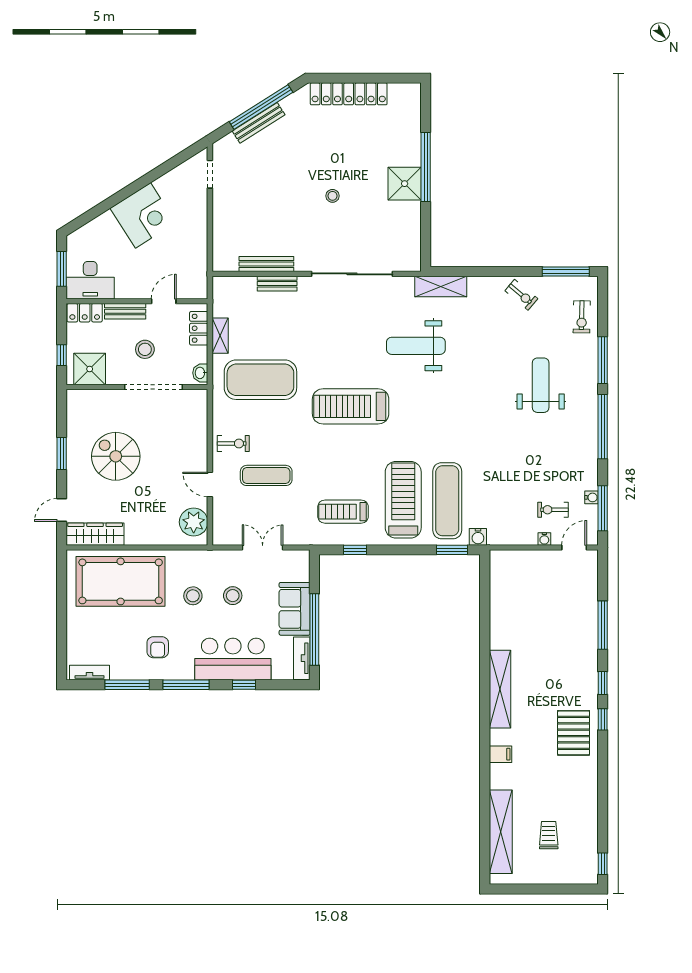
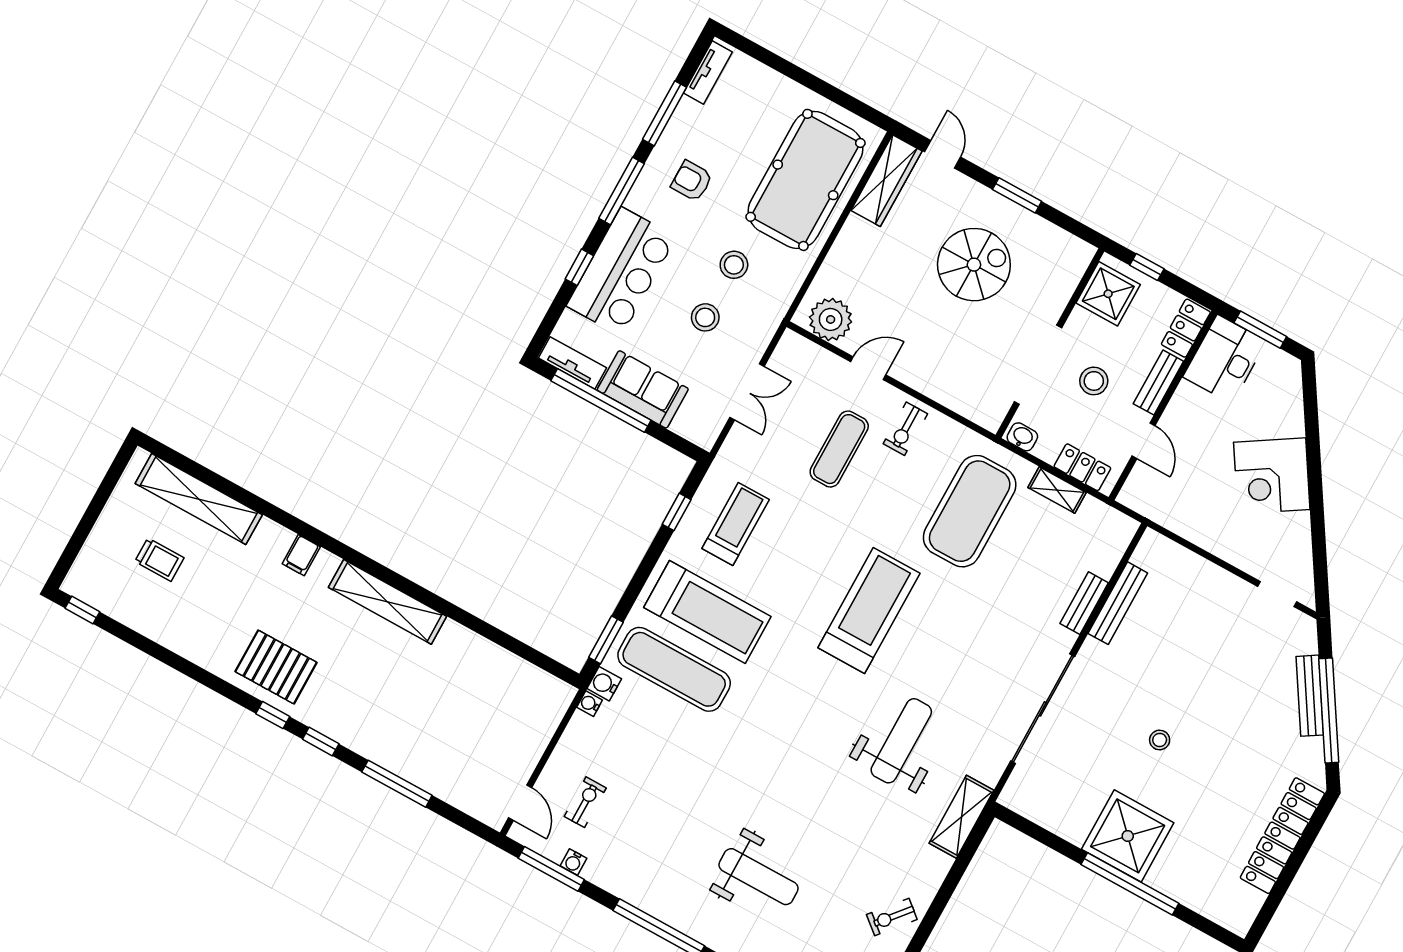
shower: (405, 184) -> (1128, 836), width x1.37, depth x1.37
water cooler: (544, 539) -> (590, 704), moved

